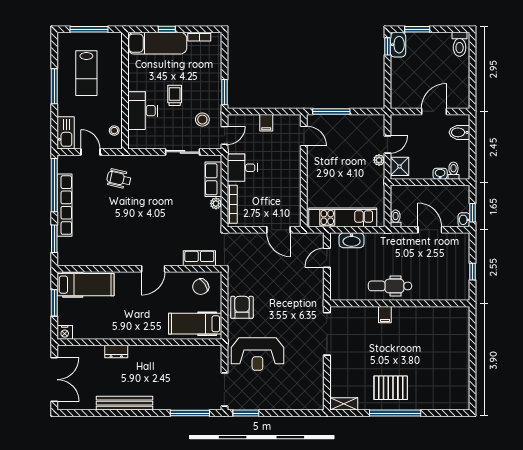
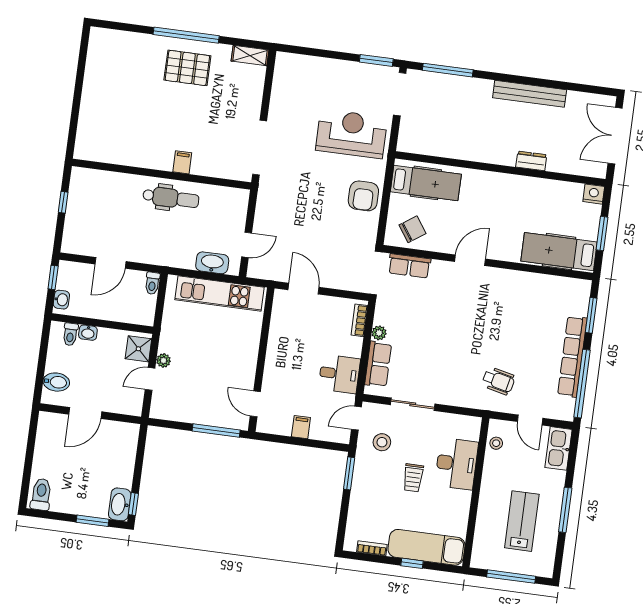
bookcase: (232, 204) -> (359, 320), width x0.64
washbasin: (464, 220) -> (61, 300), moved
door: (430, 230) -> (110, 263), hinge flipped

